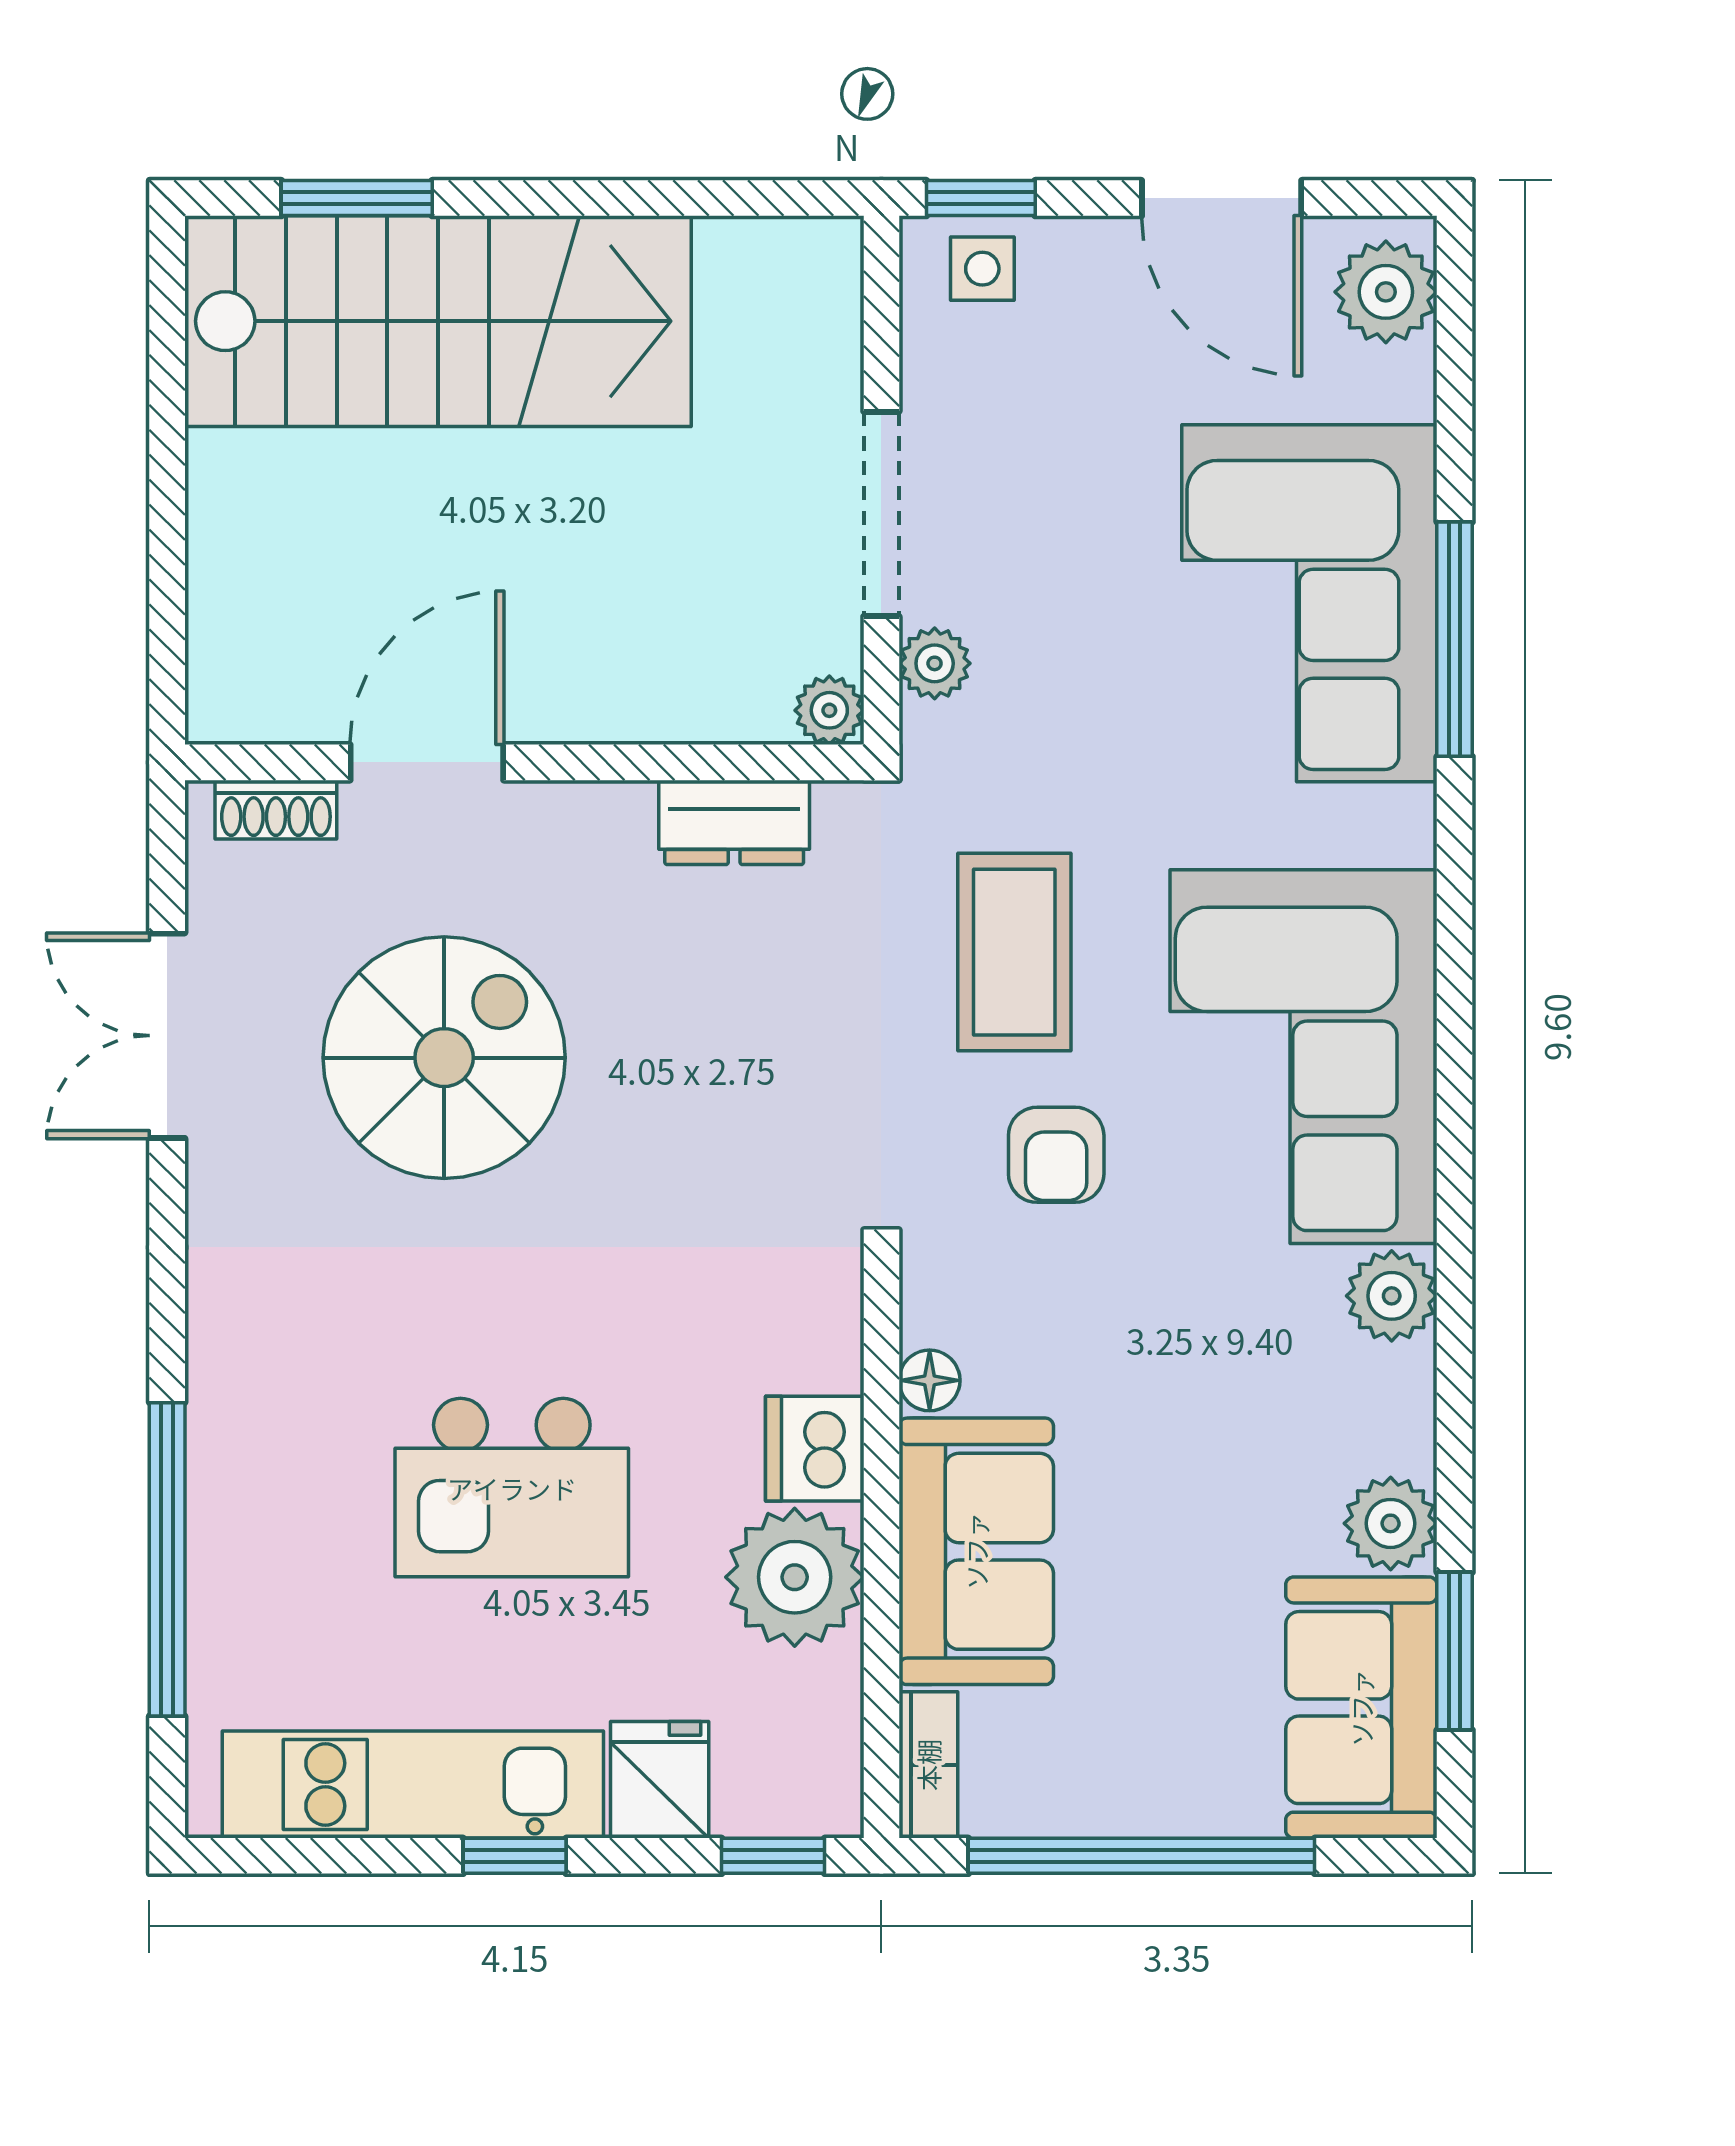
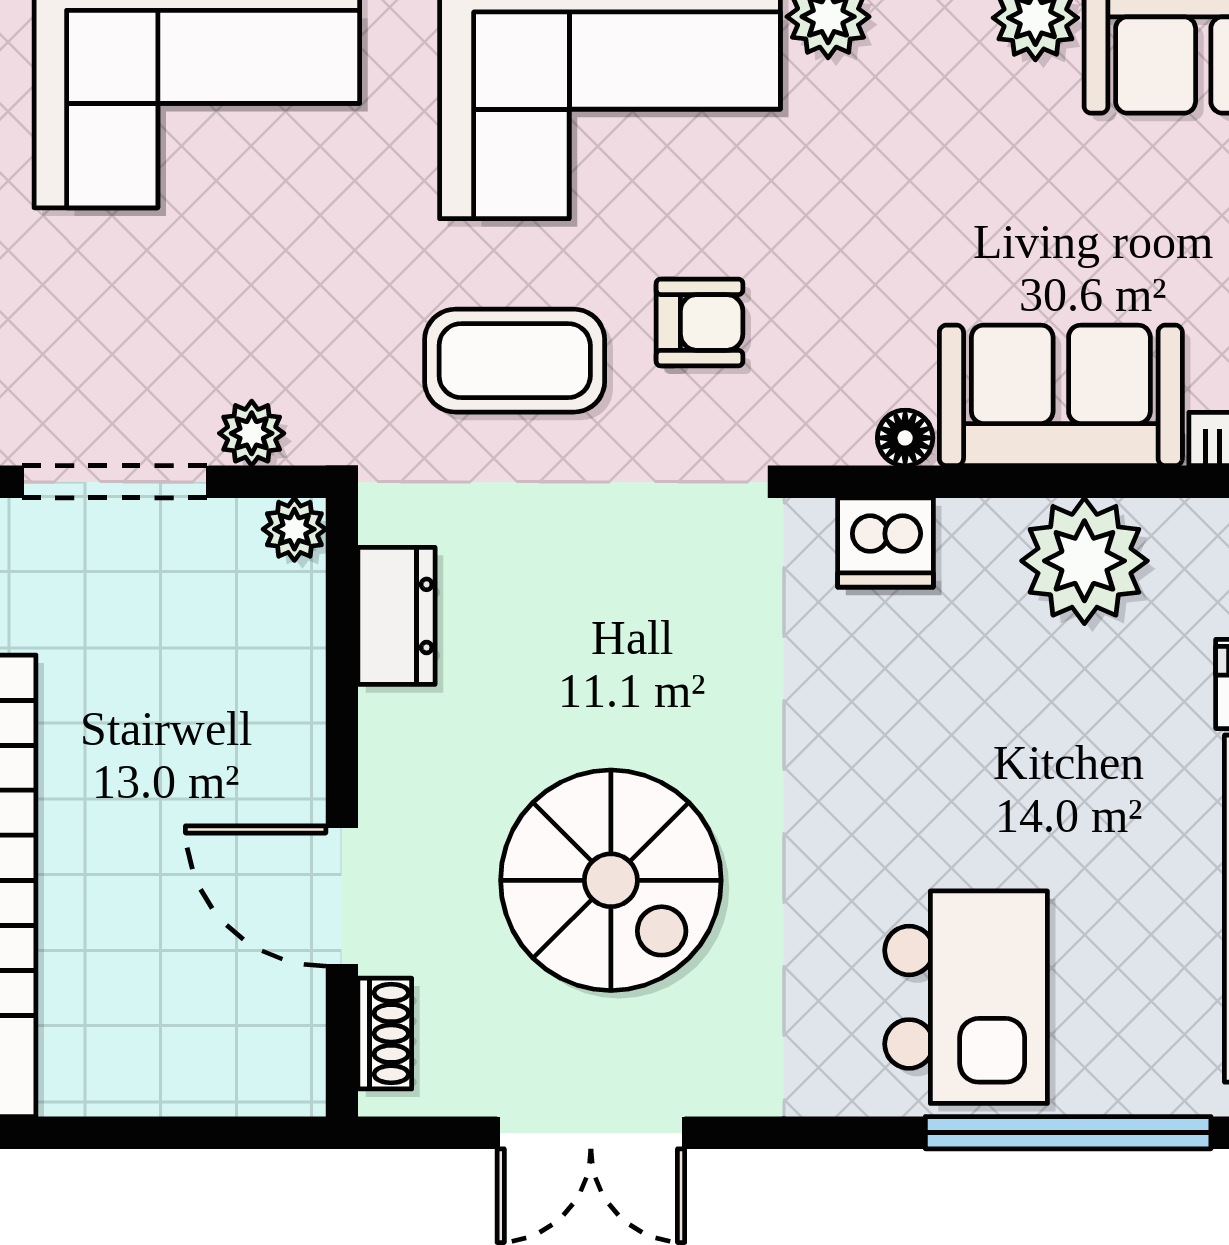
spiral stairs: (444, 1058) -> (611, 880), turned 180
dishwasher: (815, 1449) -> (885, 543), moved
kitchen island: (512, 1488) -> (966, 997), moved

